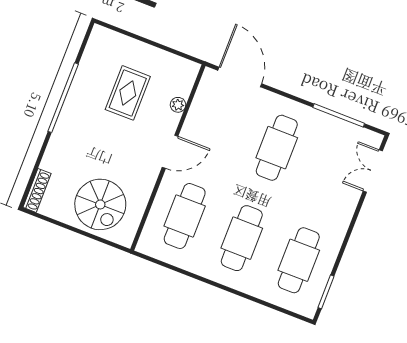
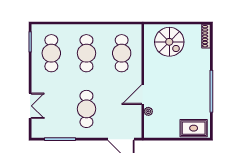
rug: (128, 93) -> (194, 128), moved, turned 90
door: (170, 152) -> (143, 95), moved
double door: (373, 171) -> (30, 106), moved
spiral stairs: (100, 204) -> (169, 42), turned 180

